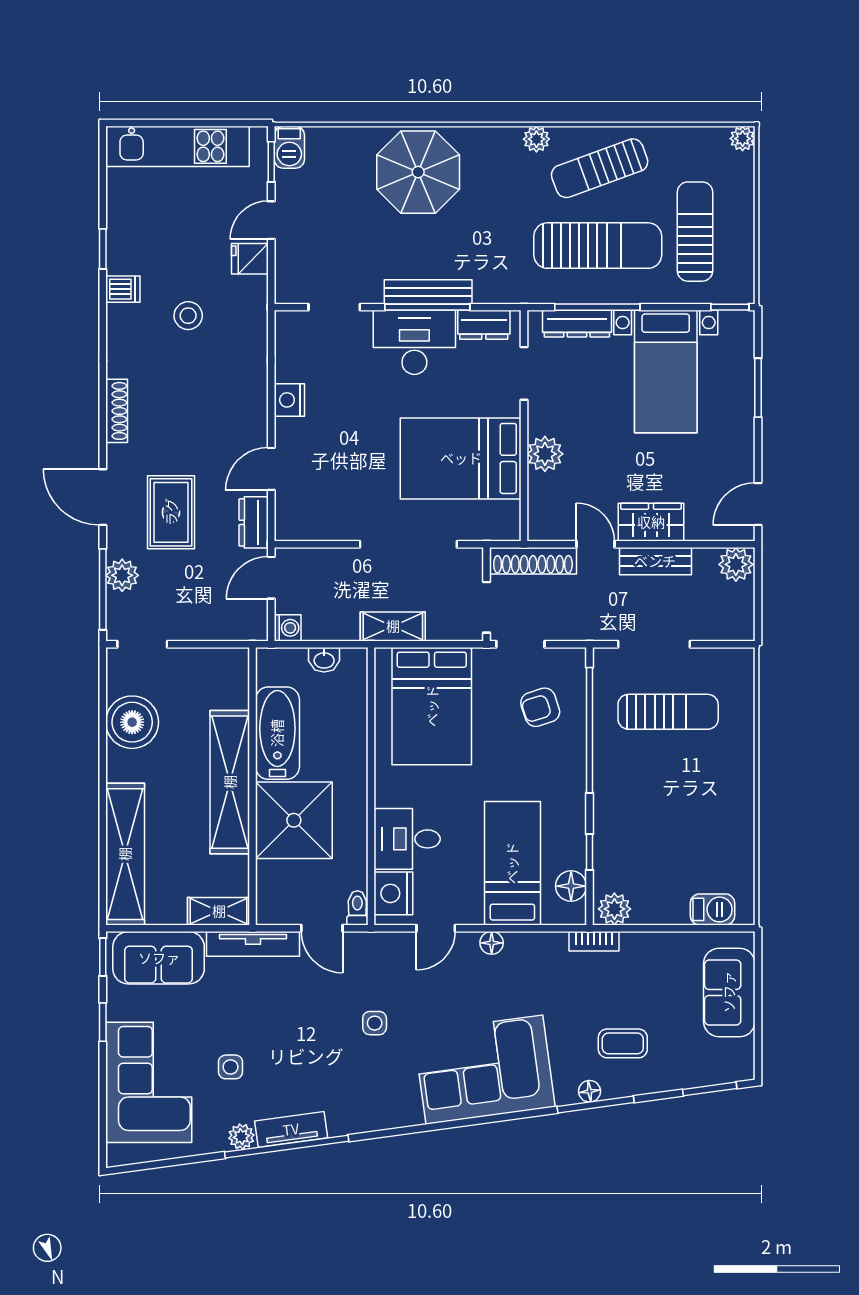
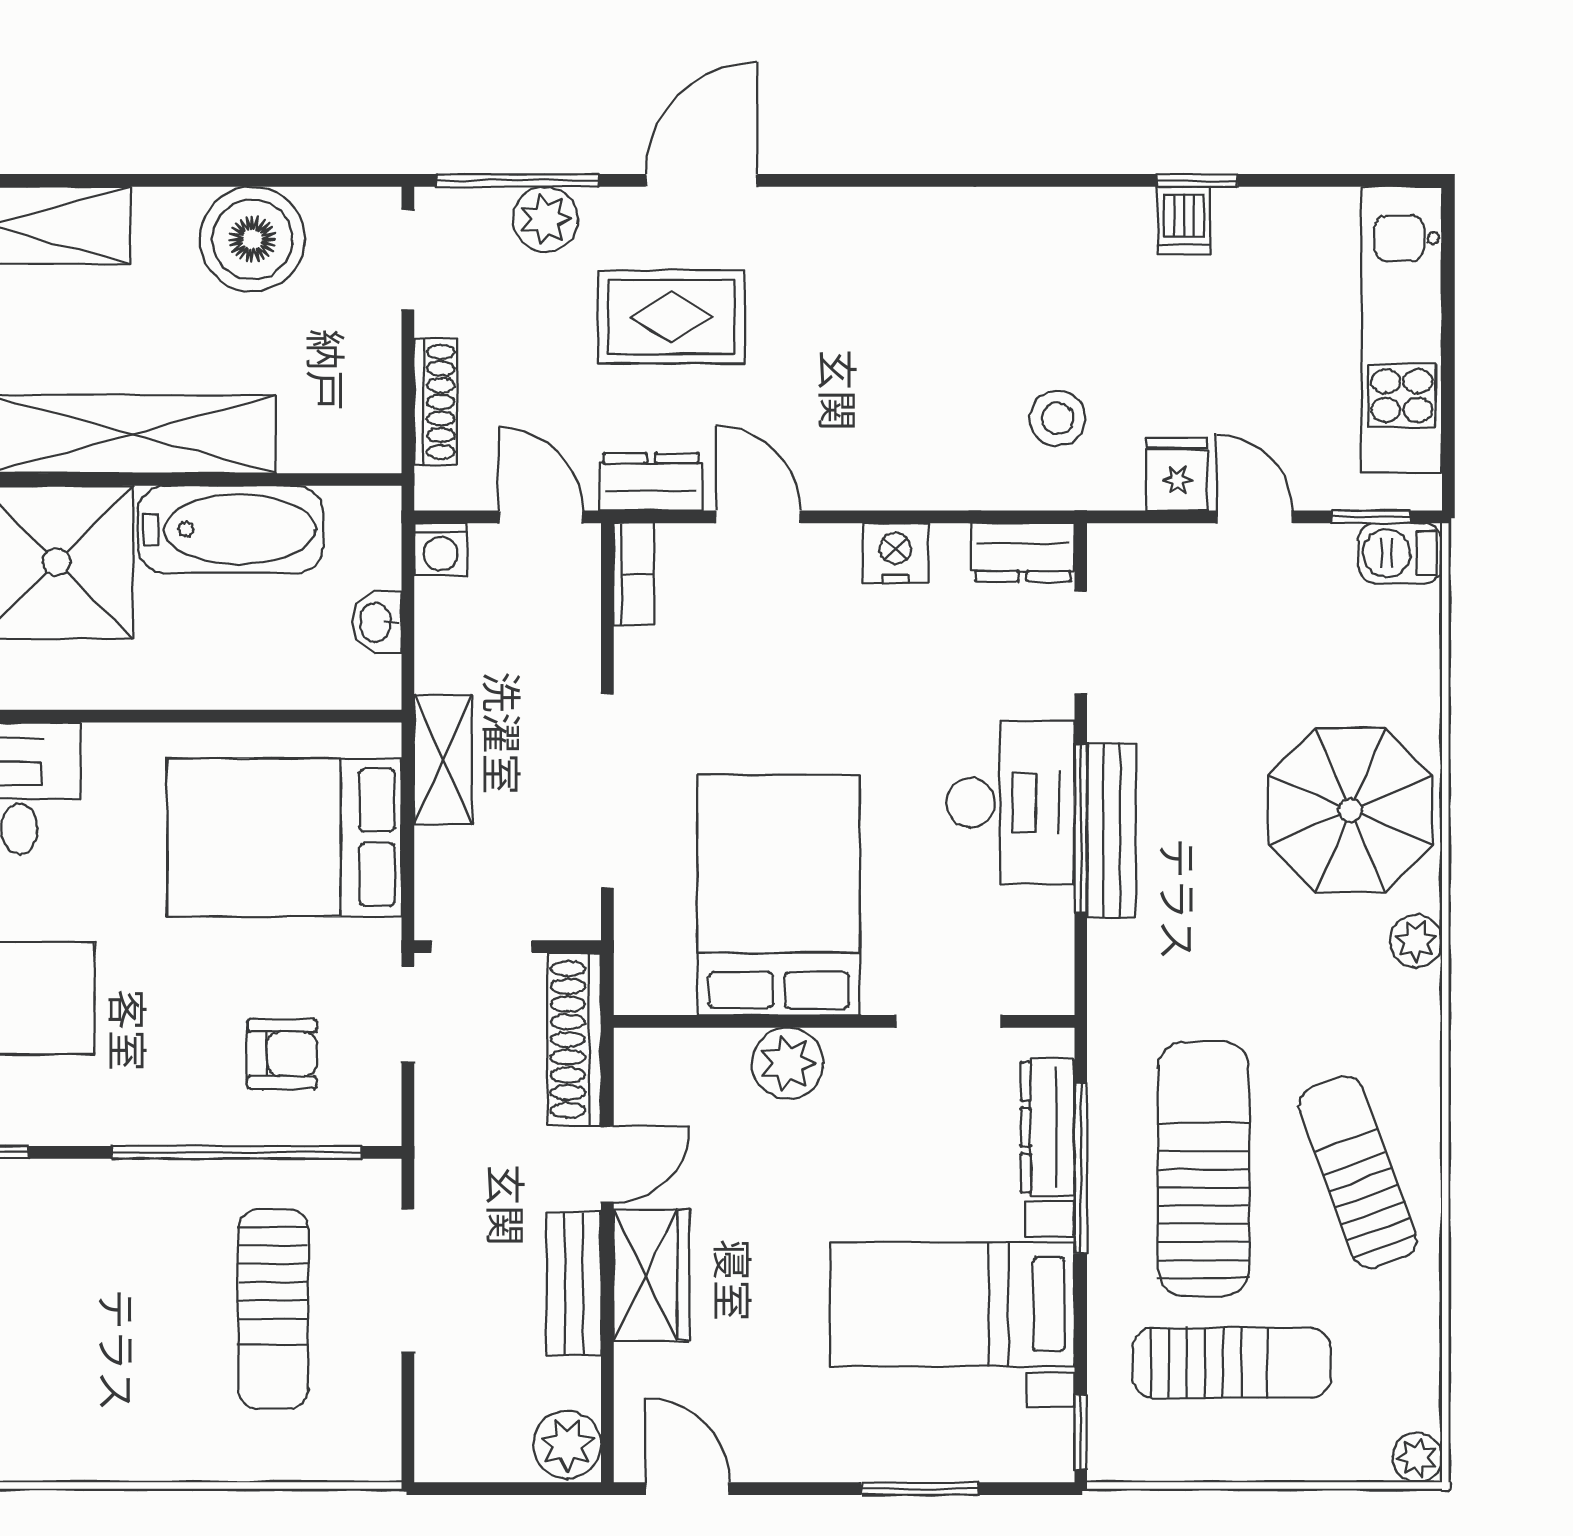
plant: (536, 139) -> (1416, 941), moved
sun lounger: (598, 246) -> (1204, 1169), turned 180
dishwasher: (123, 289) -> (1184, 221), moved
stool: (188, 316) -> (1057, 418), moved
dresser: (484, 325) -> (1023, 552), moved, turned -90
shoe rack: (117, 411) -> (436, 402), moved, turned -90
bookcase: (300, 531) -> (634, 574), added
armchair: (540, 707) -> (282, 1054), turned 108

